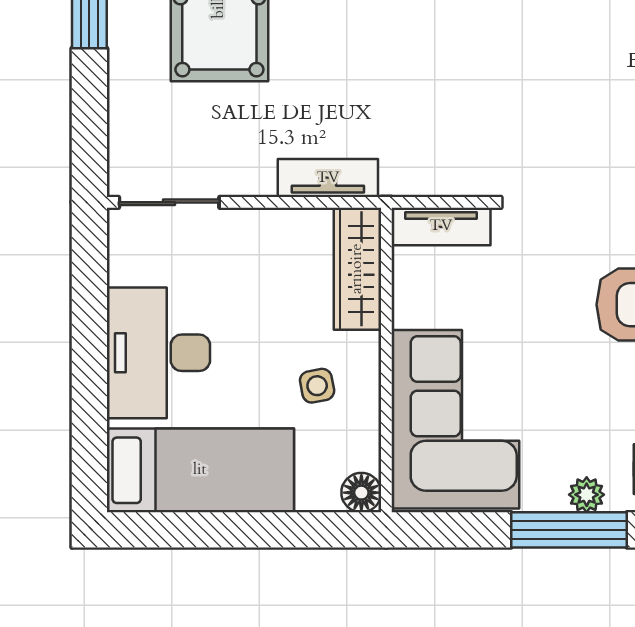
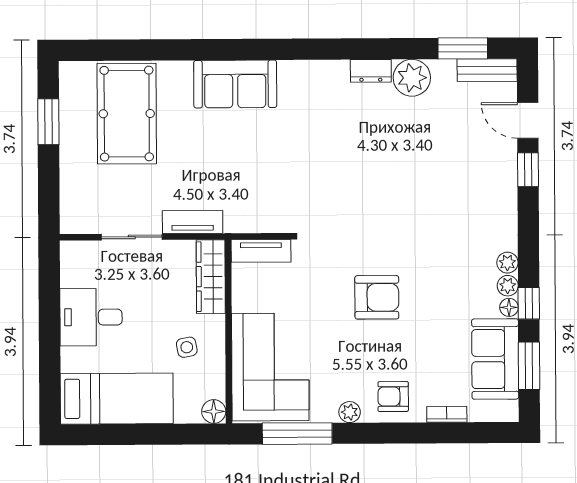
sliding door: (169, 202) -> (132, 237), moved
desk: (158, 353) -> (91, 317), width x0.73
window: (569, 530) -> (297, 434), moved

